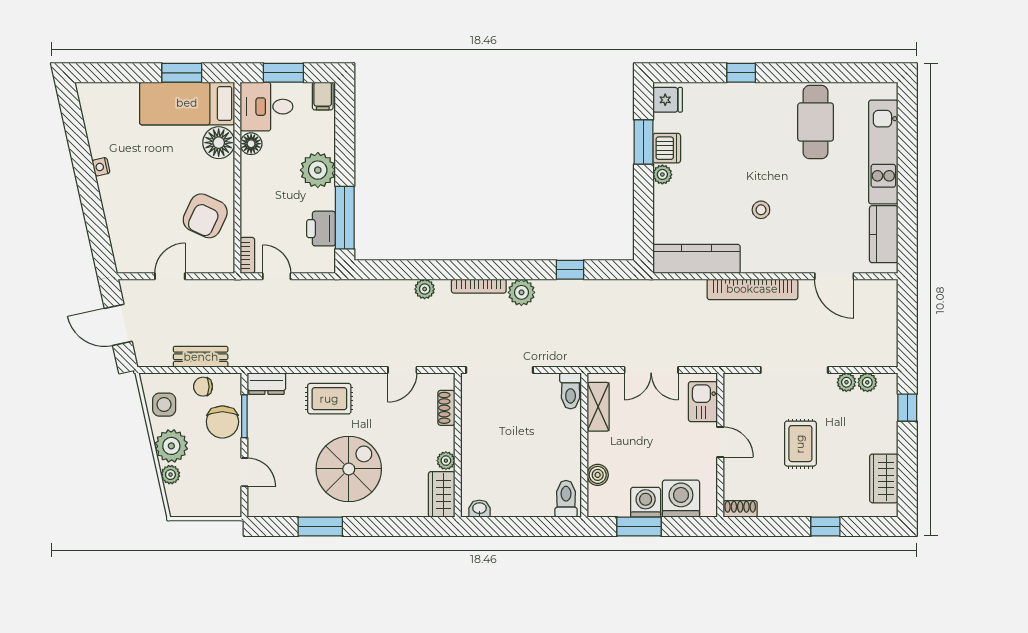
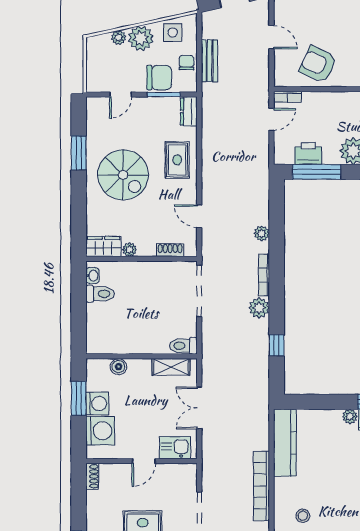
stool: (761, 210) -> (303, 516), moved
chair: (222, 422) -> (159, 78), turned 180
toilet: (566, 499) -> (100, 294), moved

